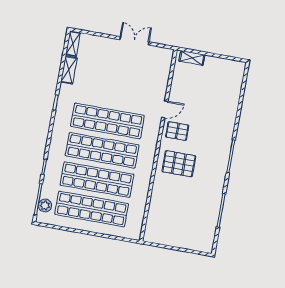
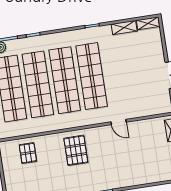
pallet: (177, 131) -> (28, 153), moved

